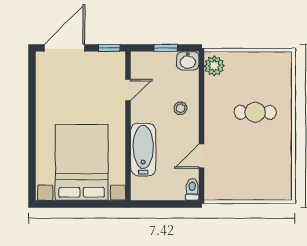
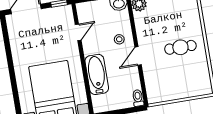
cafe table: (255, 112) -> (180, 47), moved
door: (202, 156) -> (138, 56), moved

